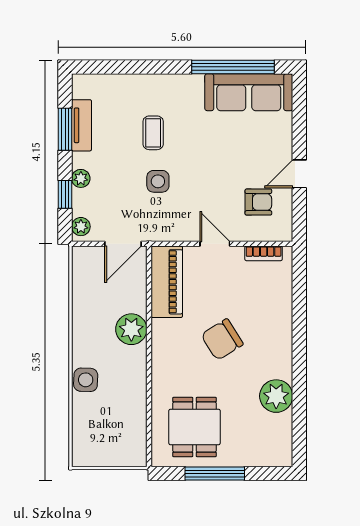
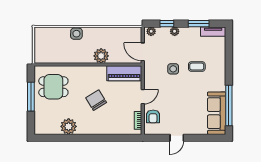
tv unit: (81, 125) -> (213, 32), moved
door: (299, 174) -> (177, 138), swing flipped
armchair: (258, 202) -> (153, 116), moved

